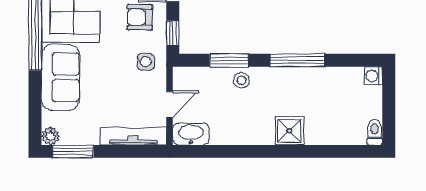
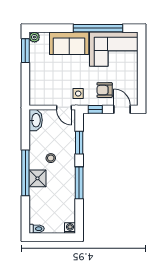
armchair: (140, 17) -> (105, 90), turned -90
stool: (241, 80) -> (51, 158), moved
door: (170, 104) -> (64, 108), moved
tv unit: (133, 136) -> (34, 86), removed
window: (280, 151) -> (25, 173), added

